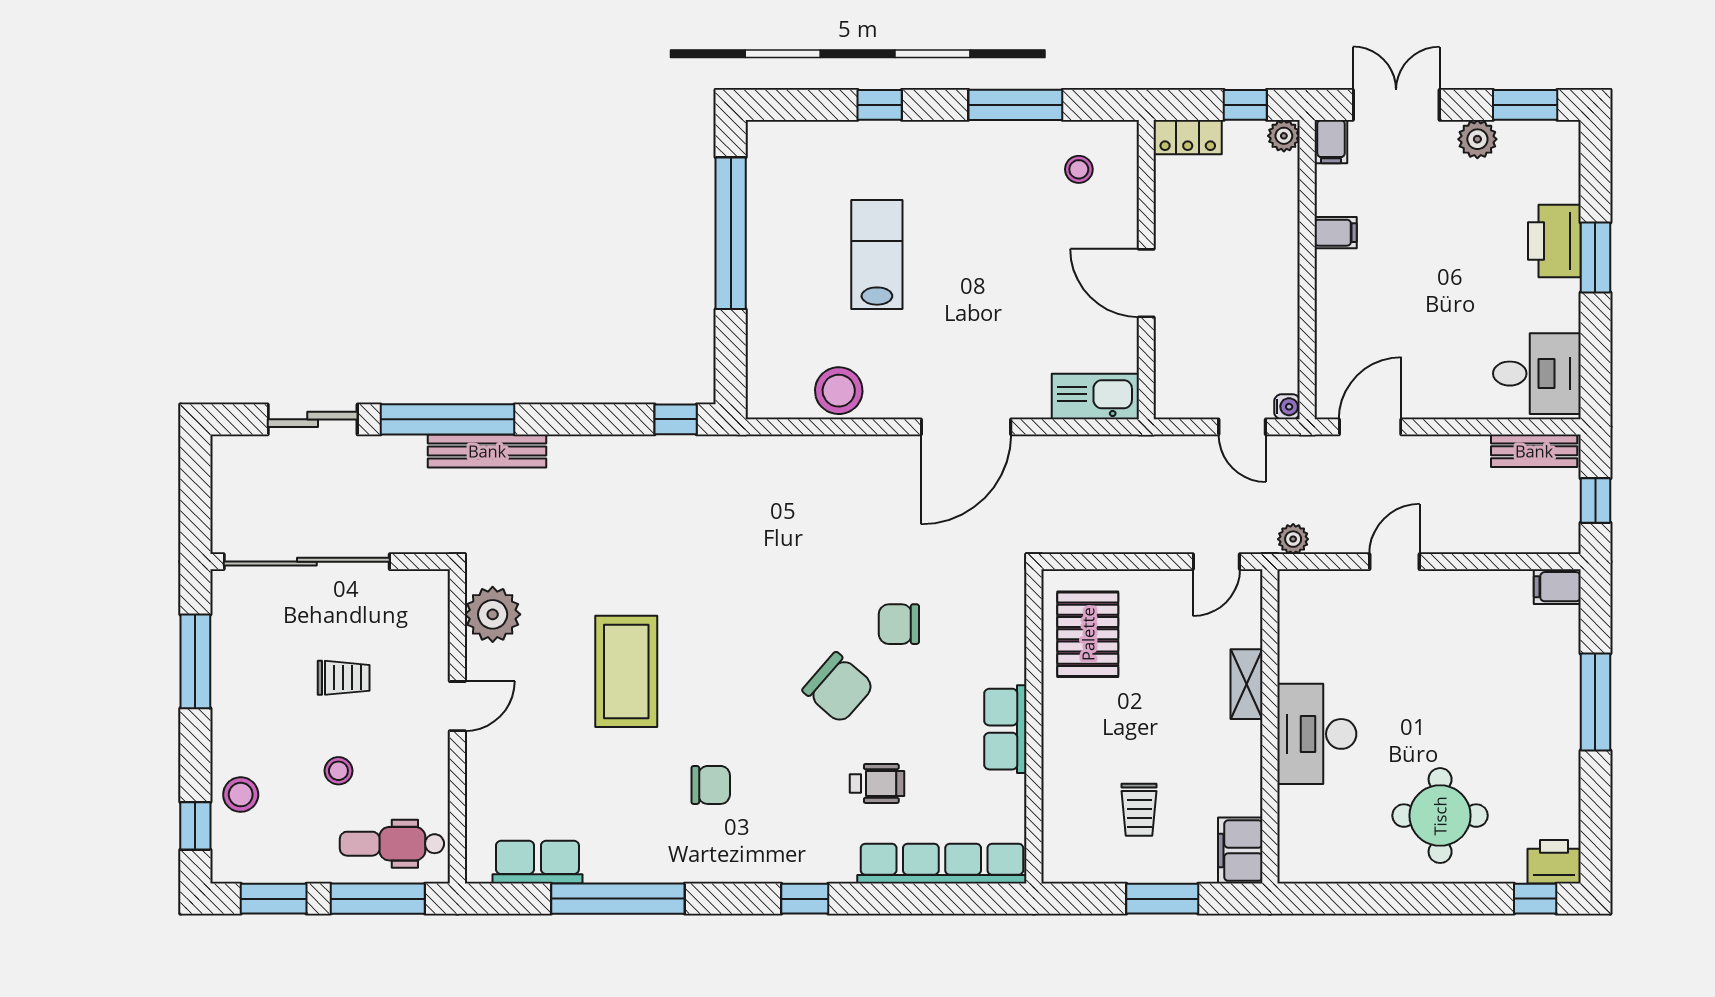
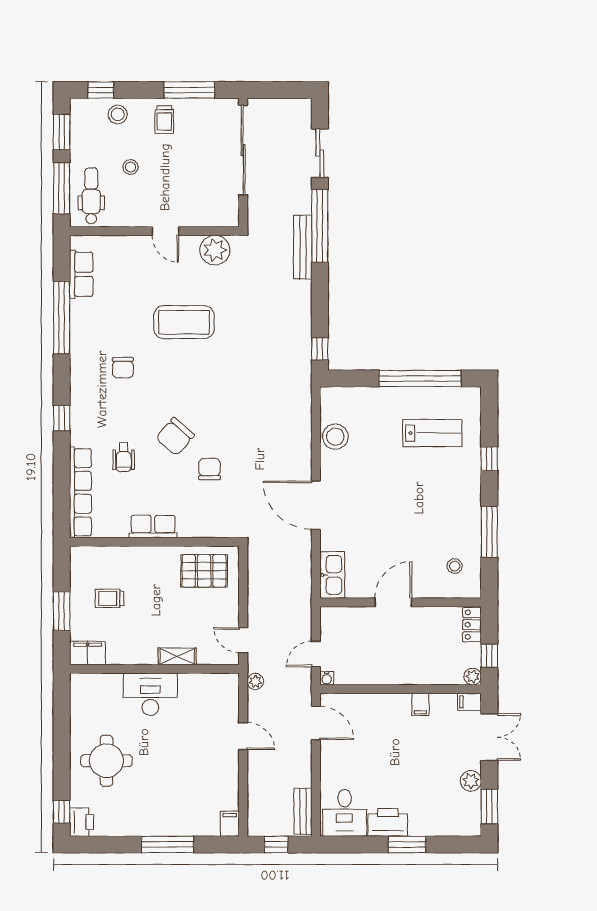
printer: (1554, 241) -> (388, 822), moved
lab bench: (877, 255) -> (432, 433), moved
trolley: (344, 678) -> (164, 120), moved

